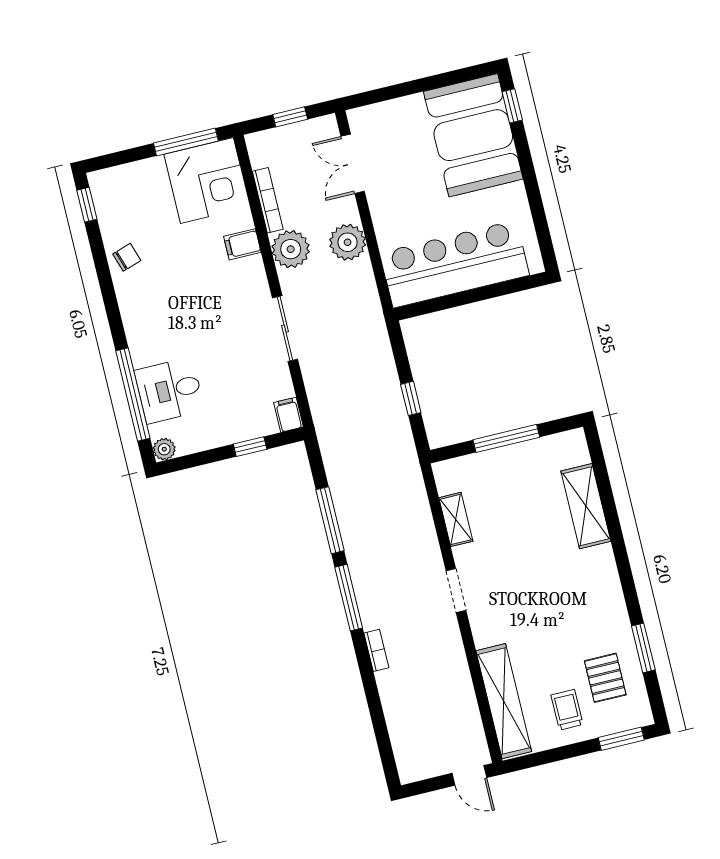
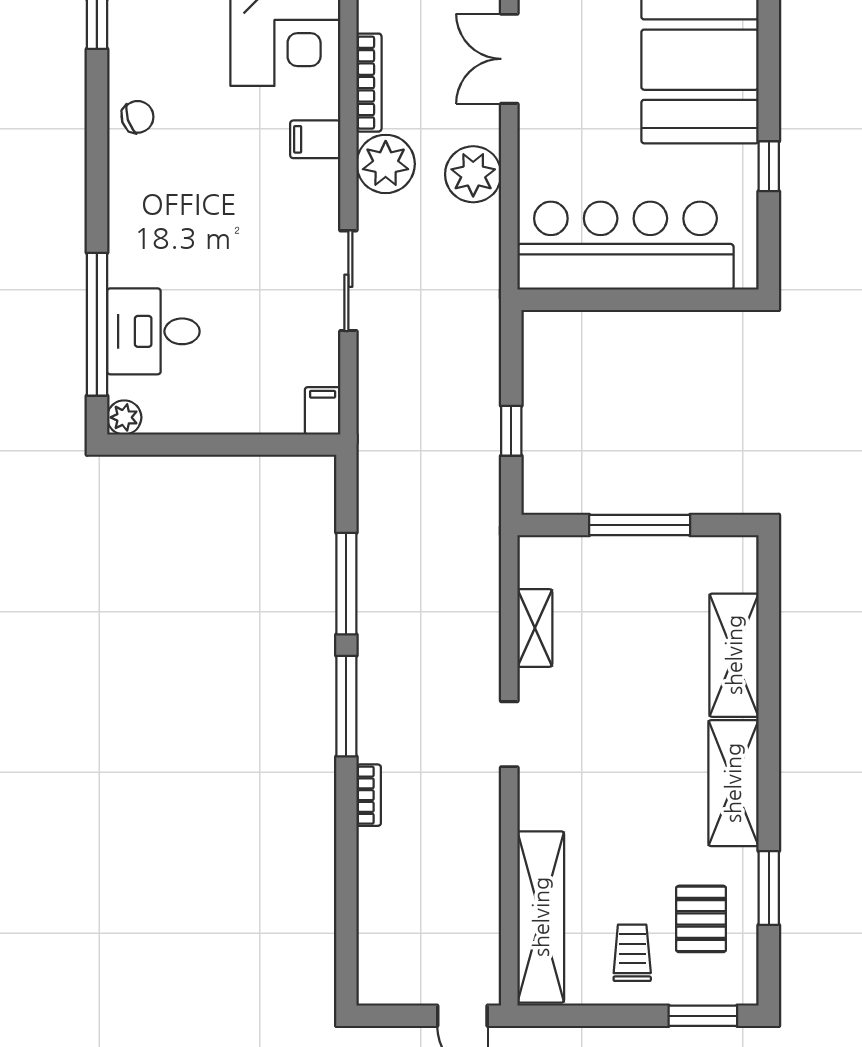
window: (512, 106) -> (769, 166), moved
window: (250, 447) -> (253, 445), removed
shelving: (605, 587) -> (733, 783), added

